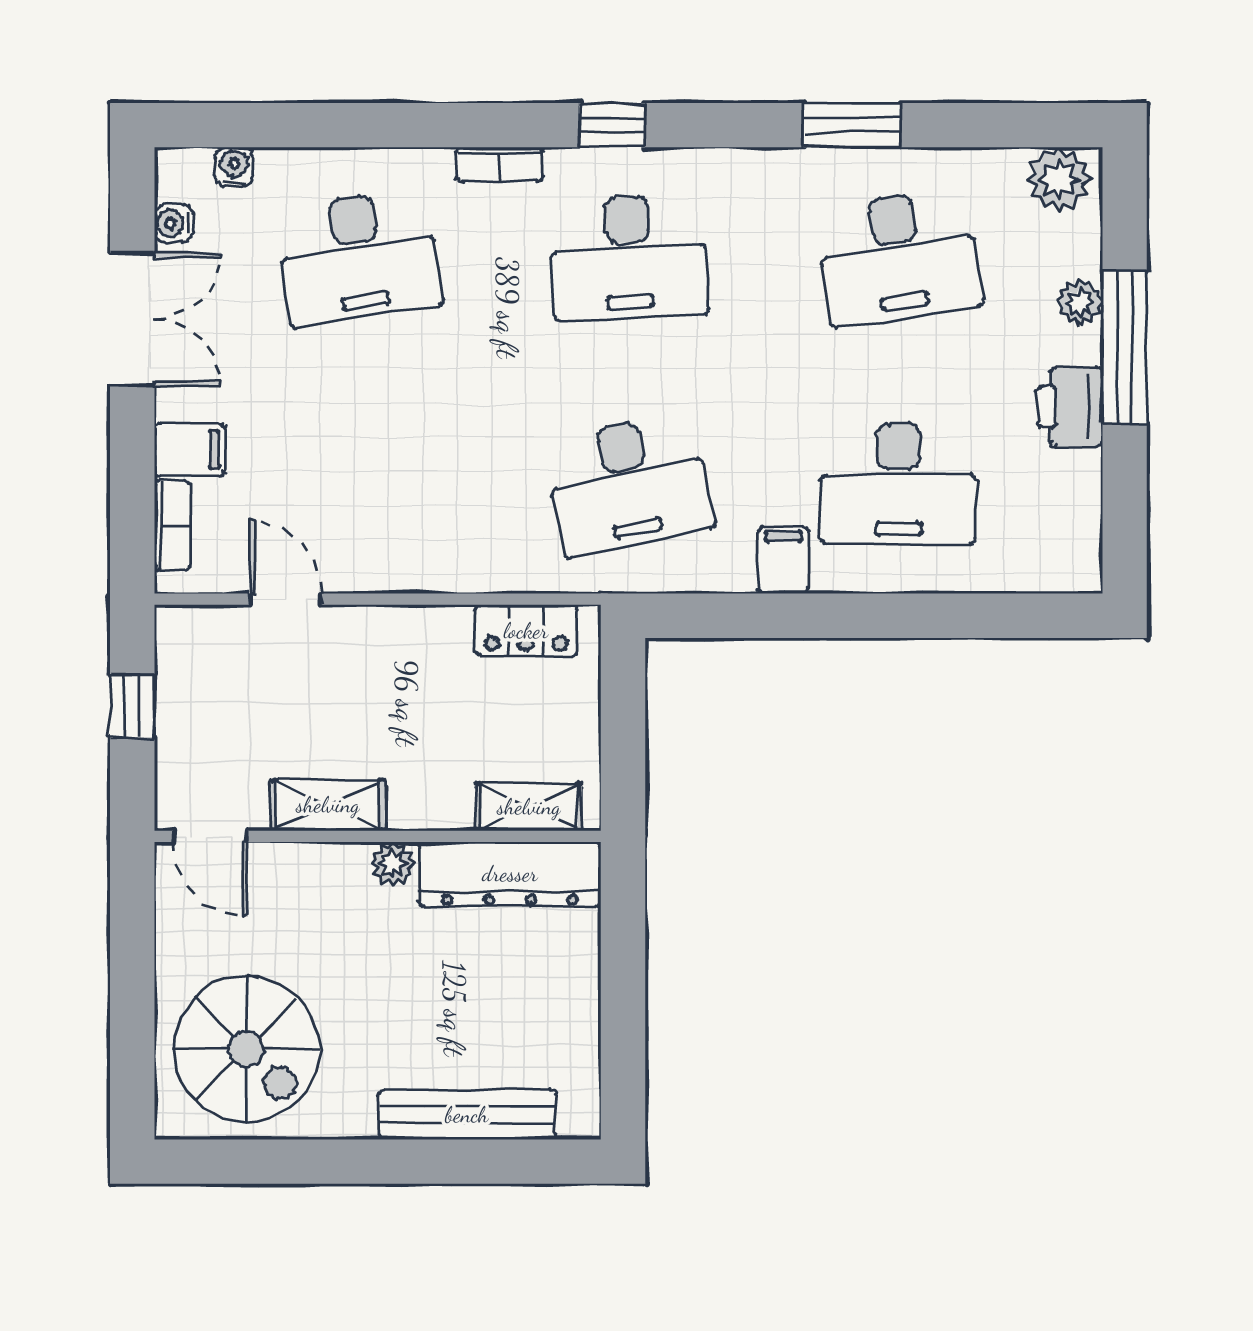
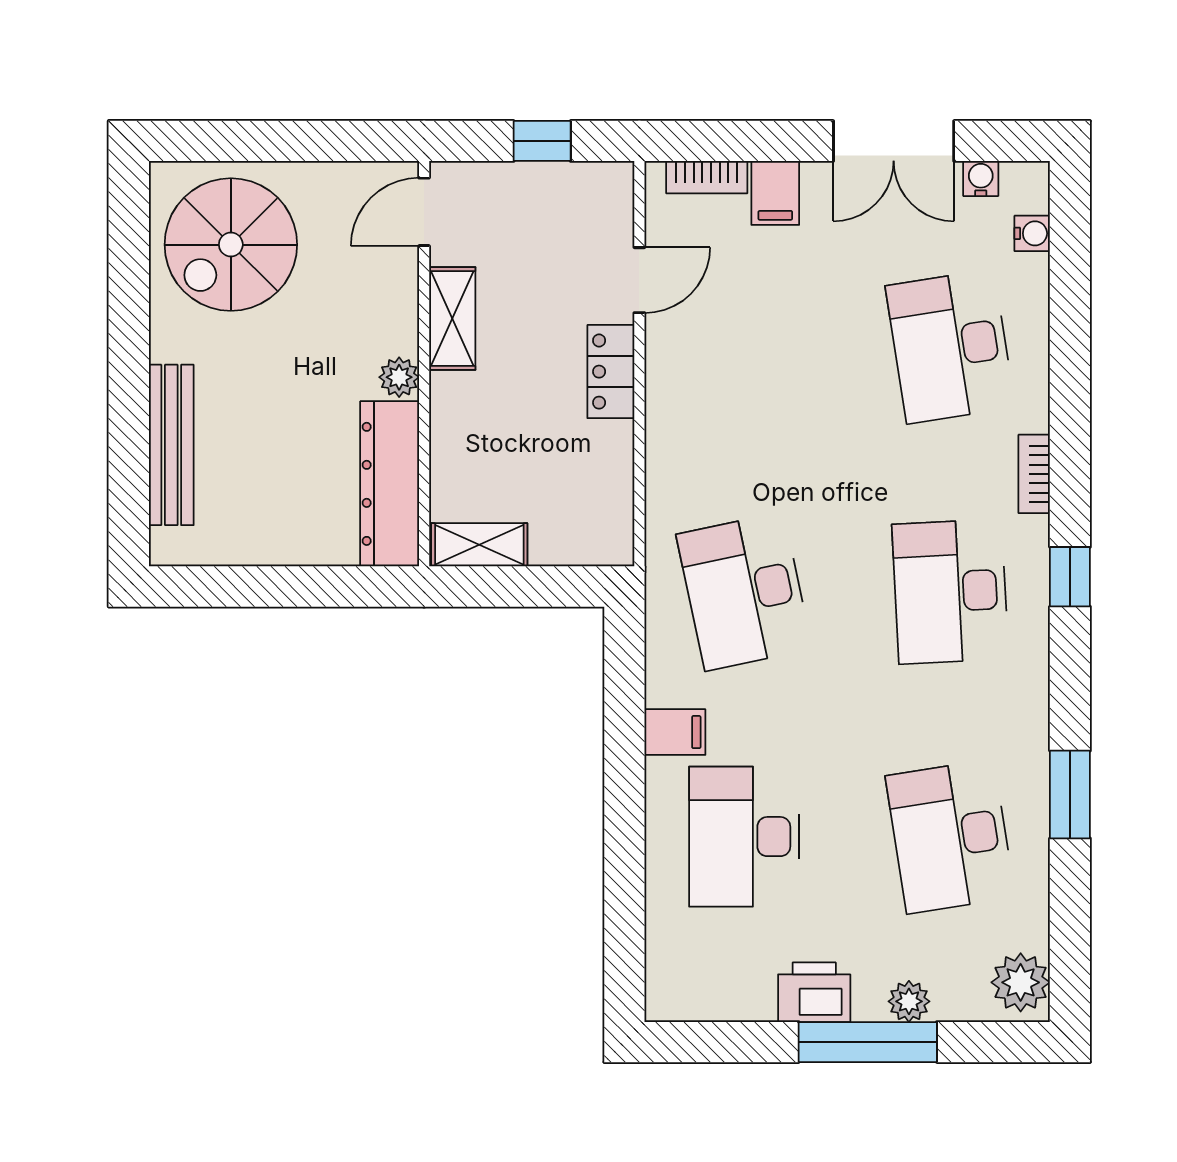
locker: (526, 631) -> (611, 372), moved
shelving: (529, 807) -> (479, 545), moved, turned 90

